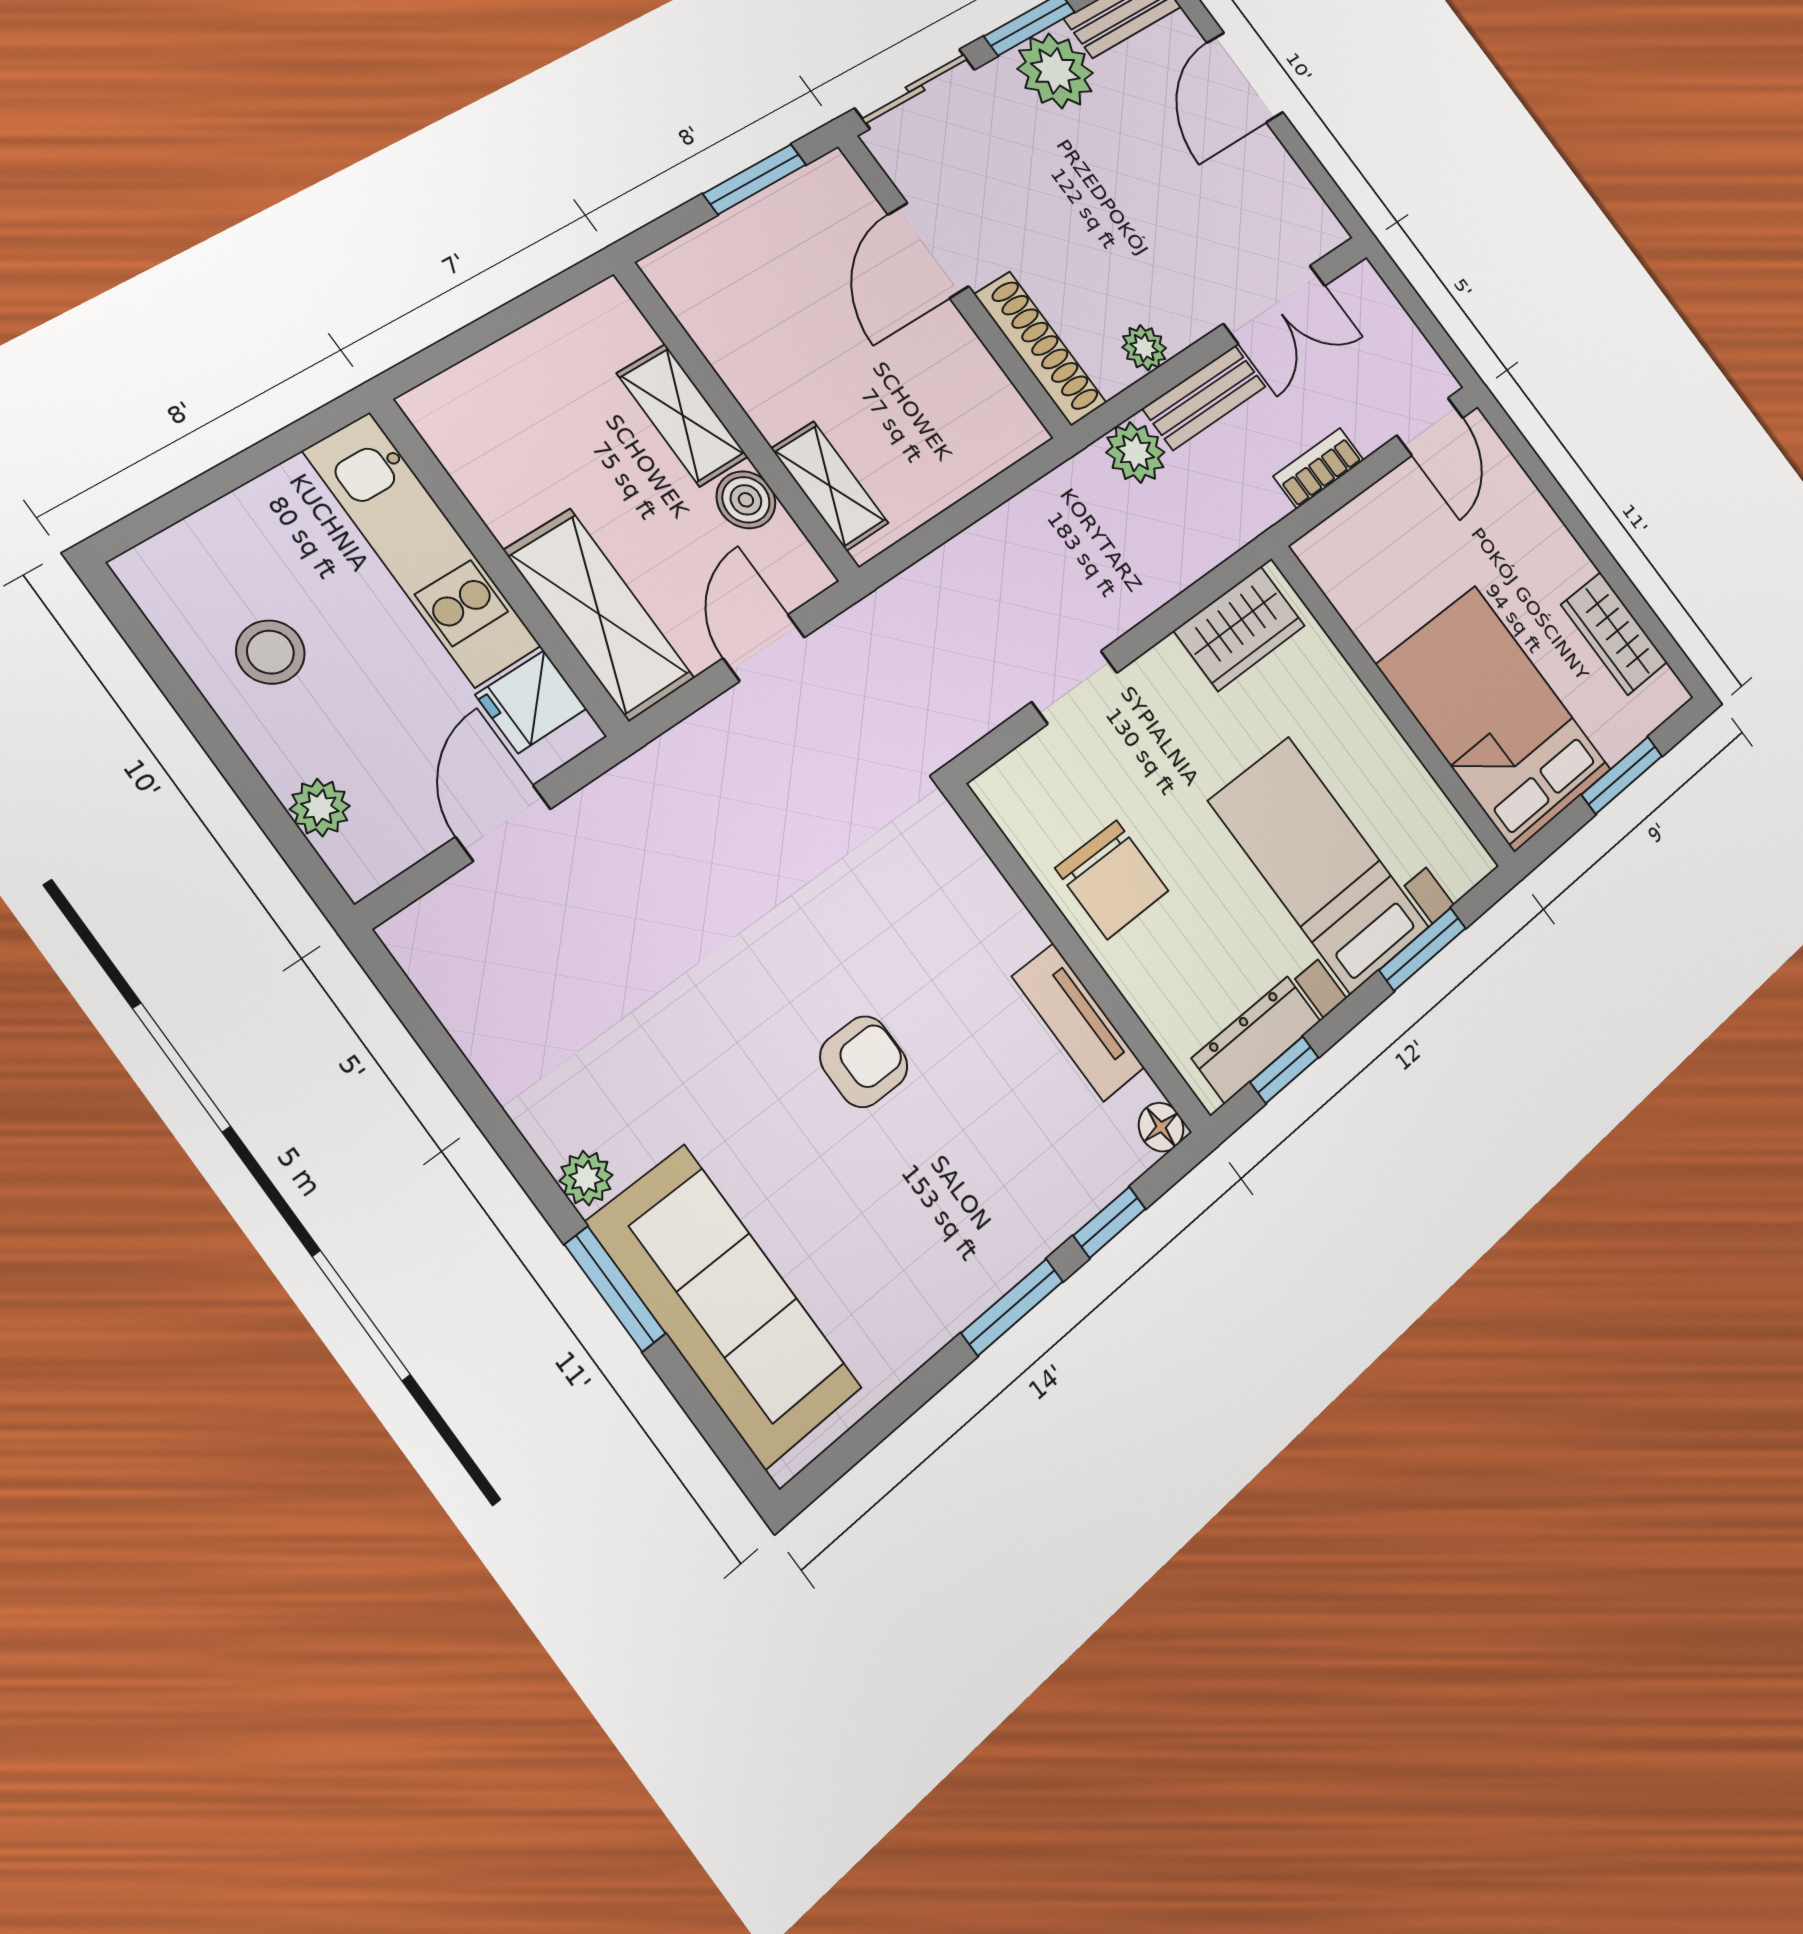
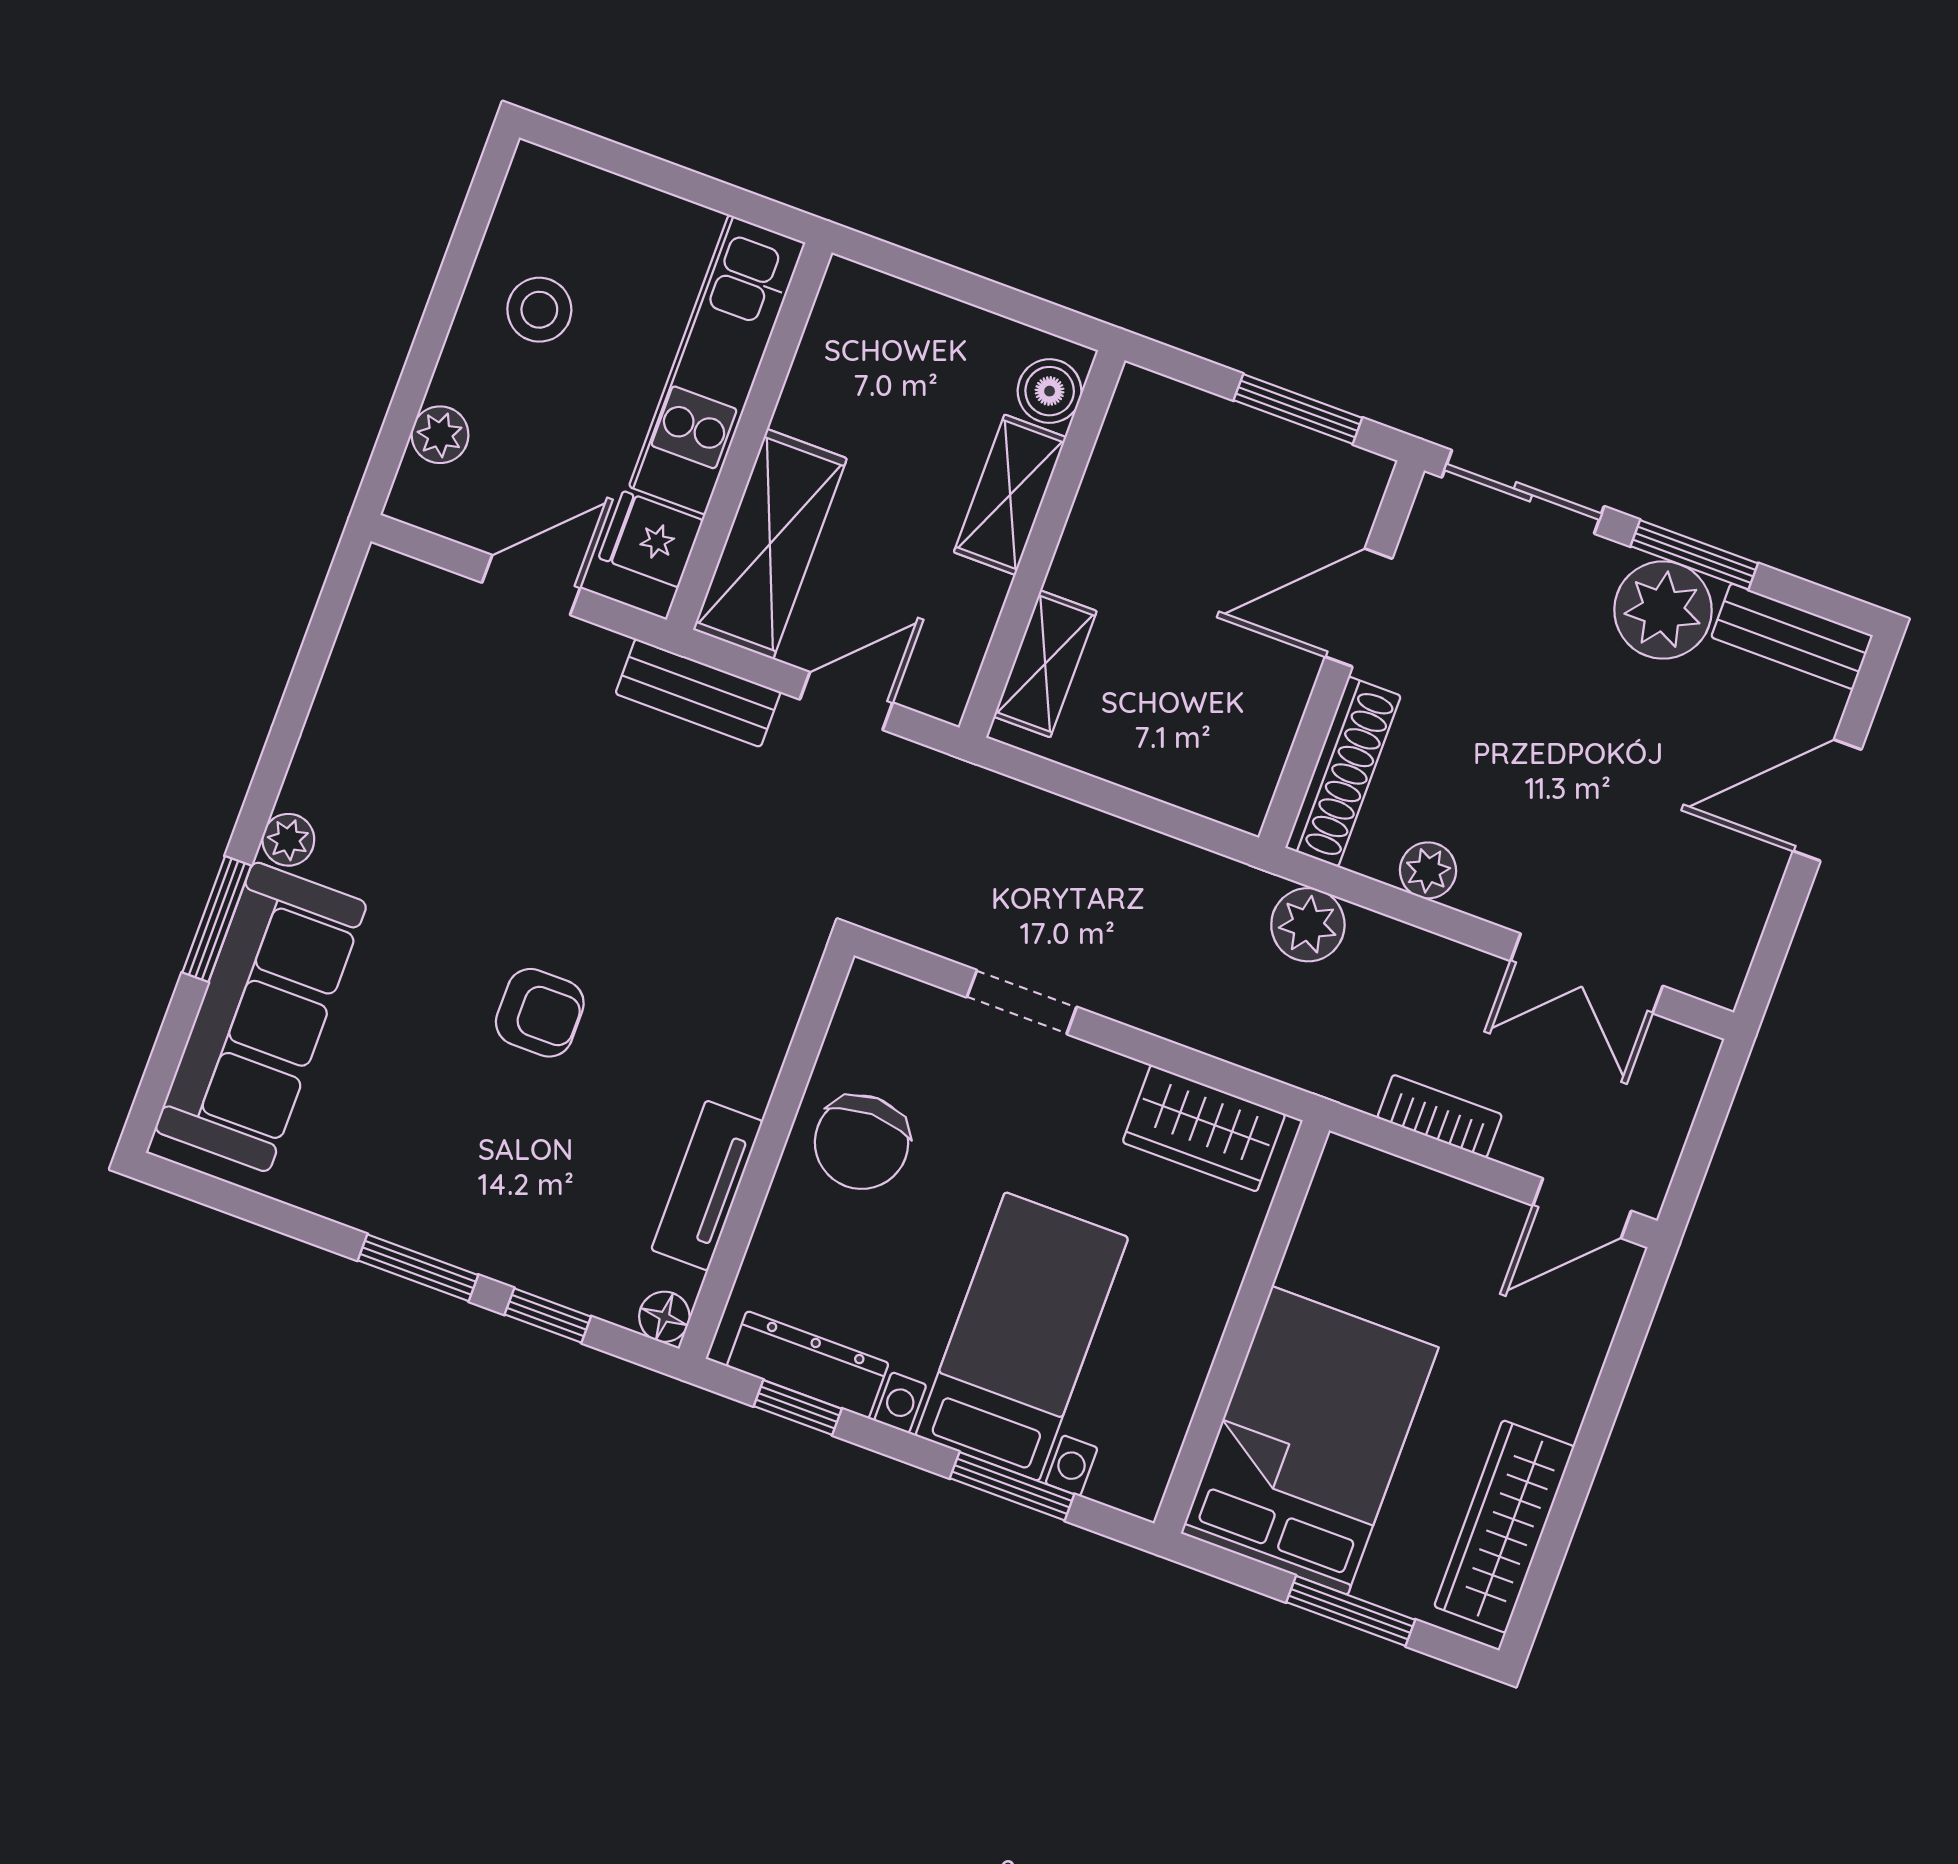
bench: (1204, 398) -> (698, 693), moved
boiler: (746, 500) -> (1050, 391), moved
wardrobe: (1614, 633) -> (1504, 1526), width x1.50

